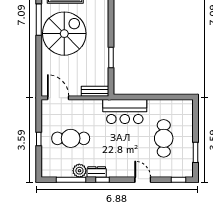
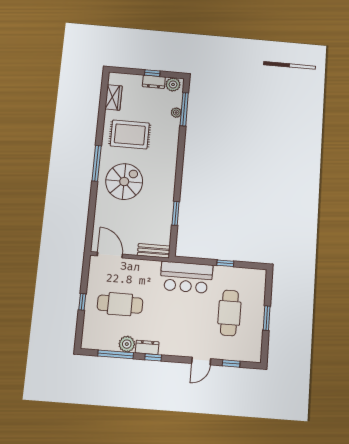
spiral stairs: (64, 34) -> (124, 182), width x0.73, depth x0.73
window: (157, 97) -> (225, 263), added
window: (196, 152) -> (267, 318), moved
door: (143, 180) -> (201, 361), swing flipped
window: (178, 180) -> (231, 363), moved

